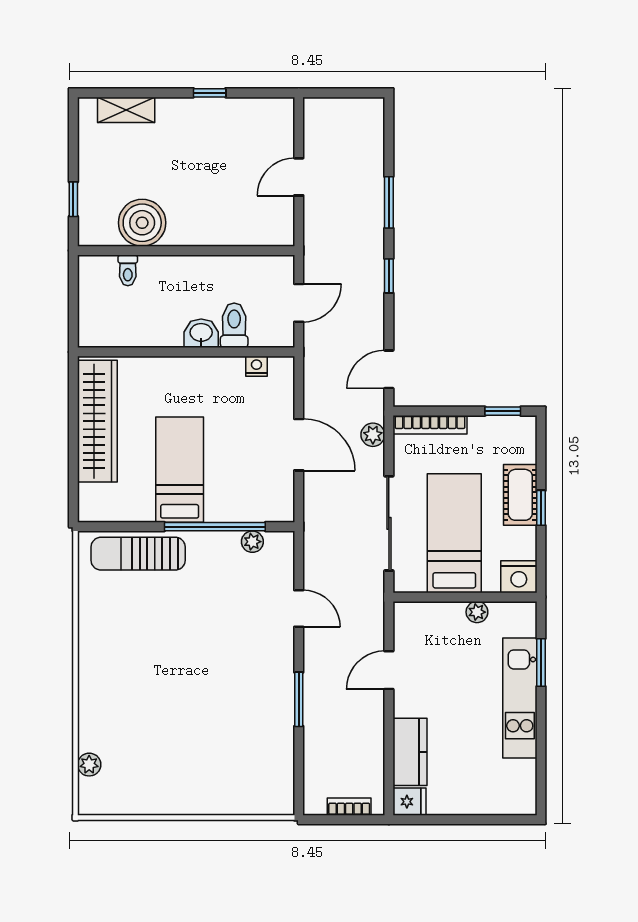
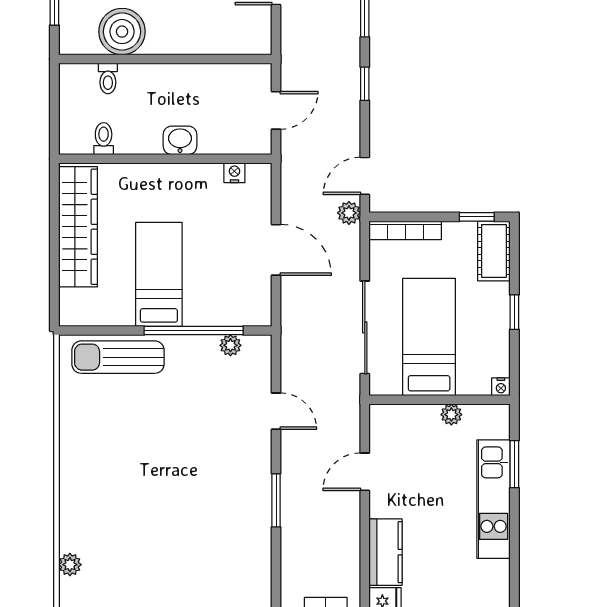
toilet: (234, 325) -> (104, 139), moved, width x0.73, depth x0.72
plant: (373, 435) -> (349, 213), moved
cot: (520, 495) -> (494, 251), moved
nightstand: (519, 577) -> (501, 387), width x0.53, depth x0.56

